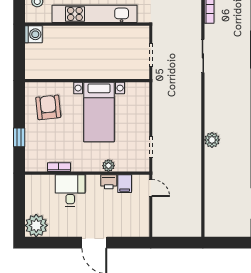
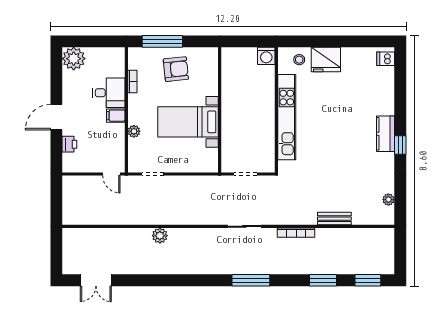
armchair: (48, 107) -> (176, 69), moved
window: (19, 137) -> (162, 41), width x2.17
printer: (109, 182) -> (69, 144), moved, turned 180
filing cabinet: (125, 184) -> (116, 116), moved
door: (151, 188) -> (111, 174), hinge flipped

